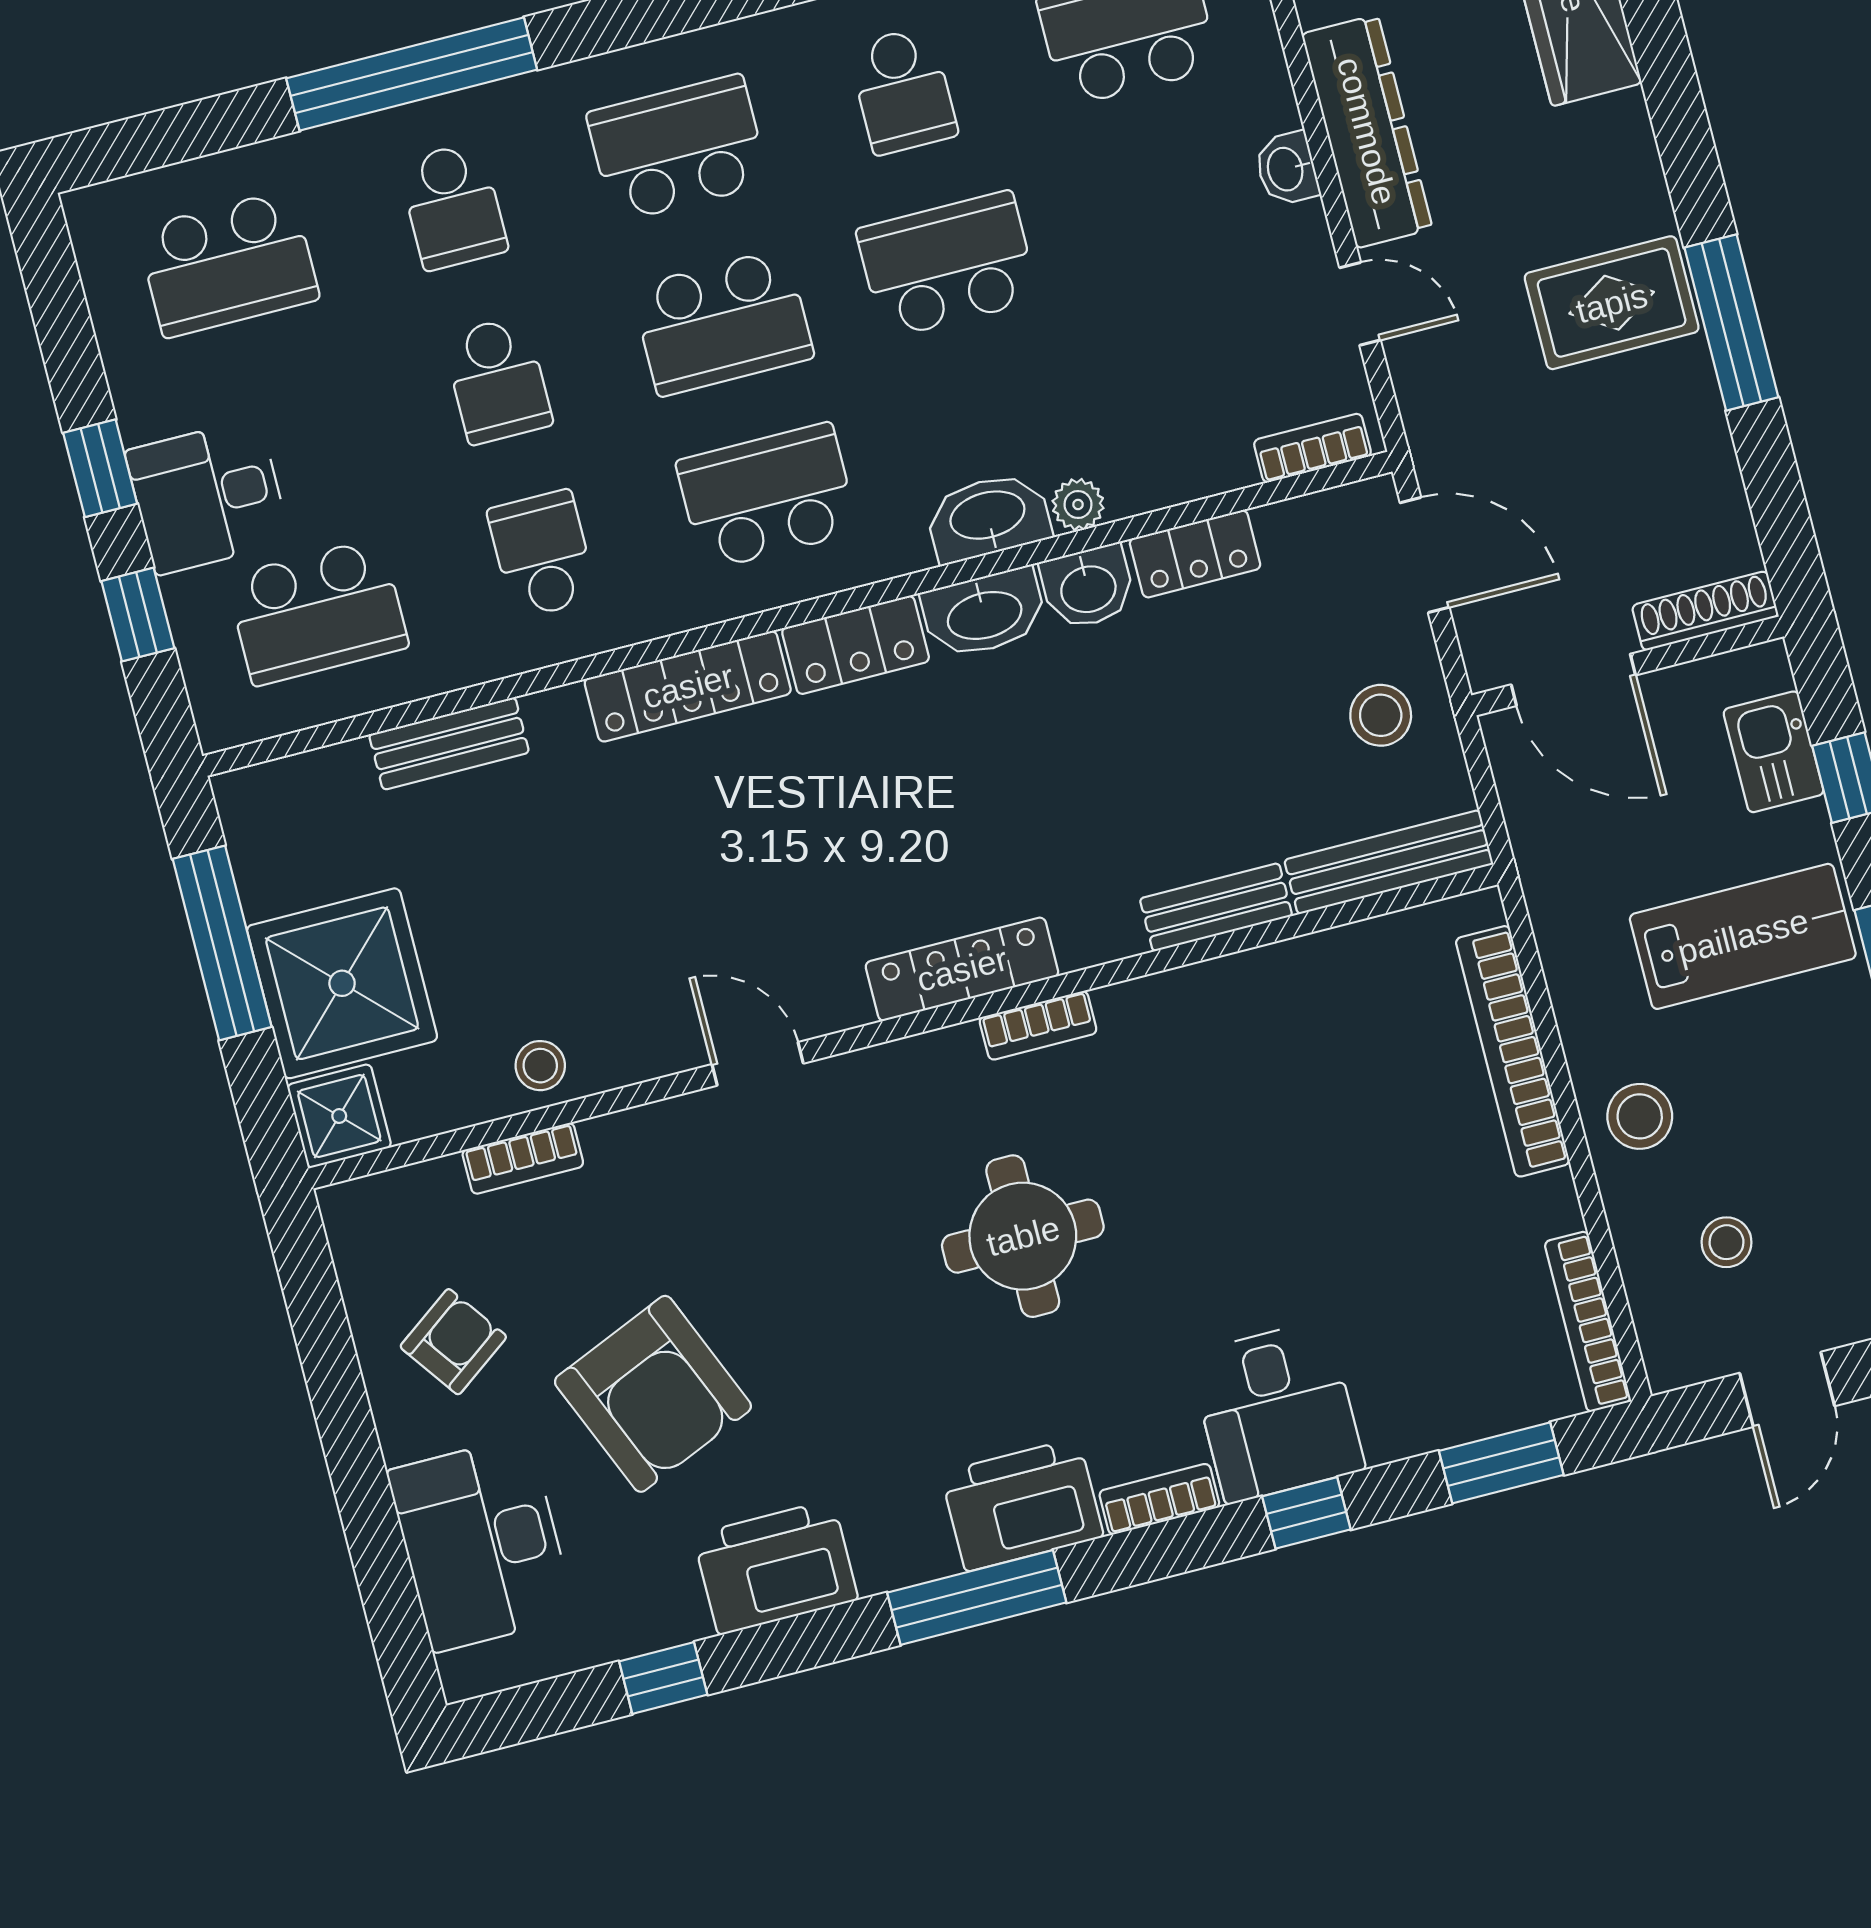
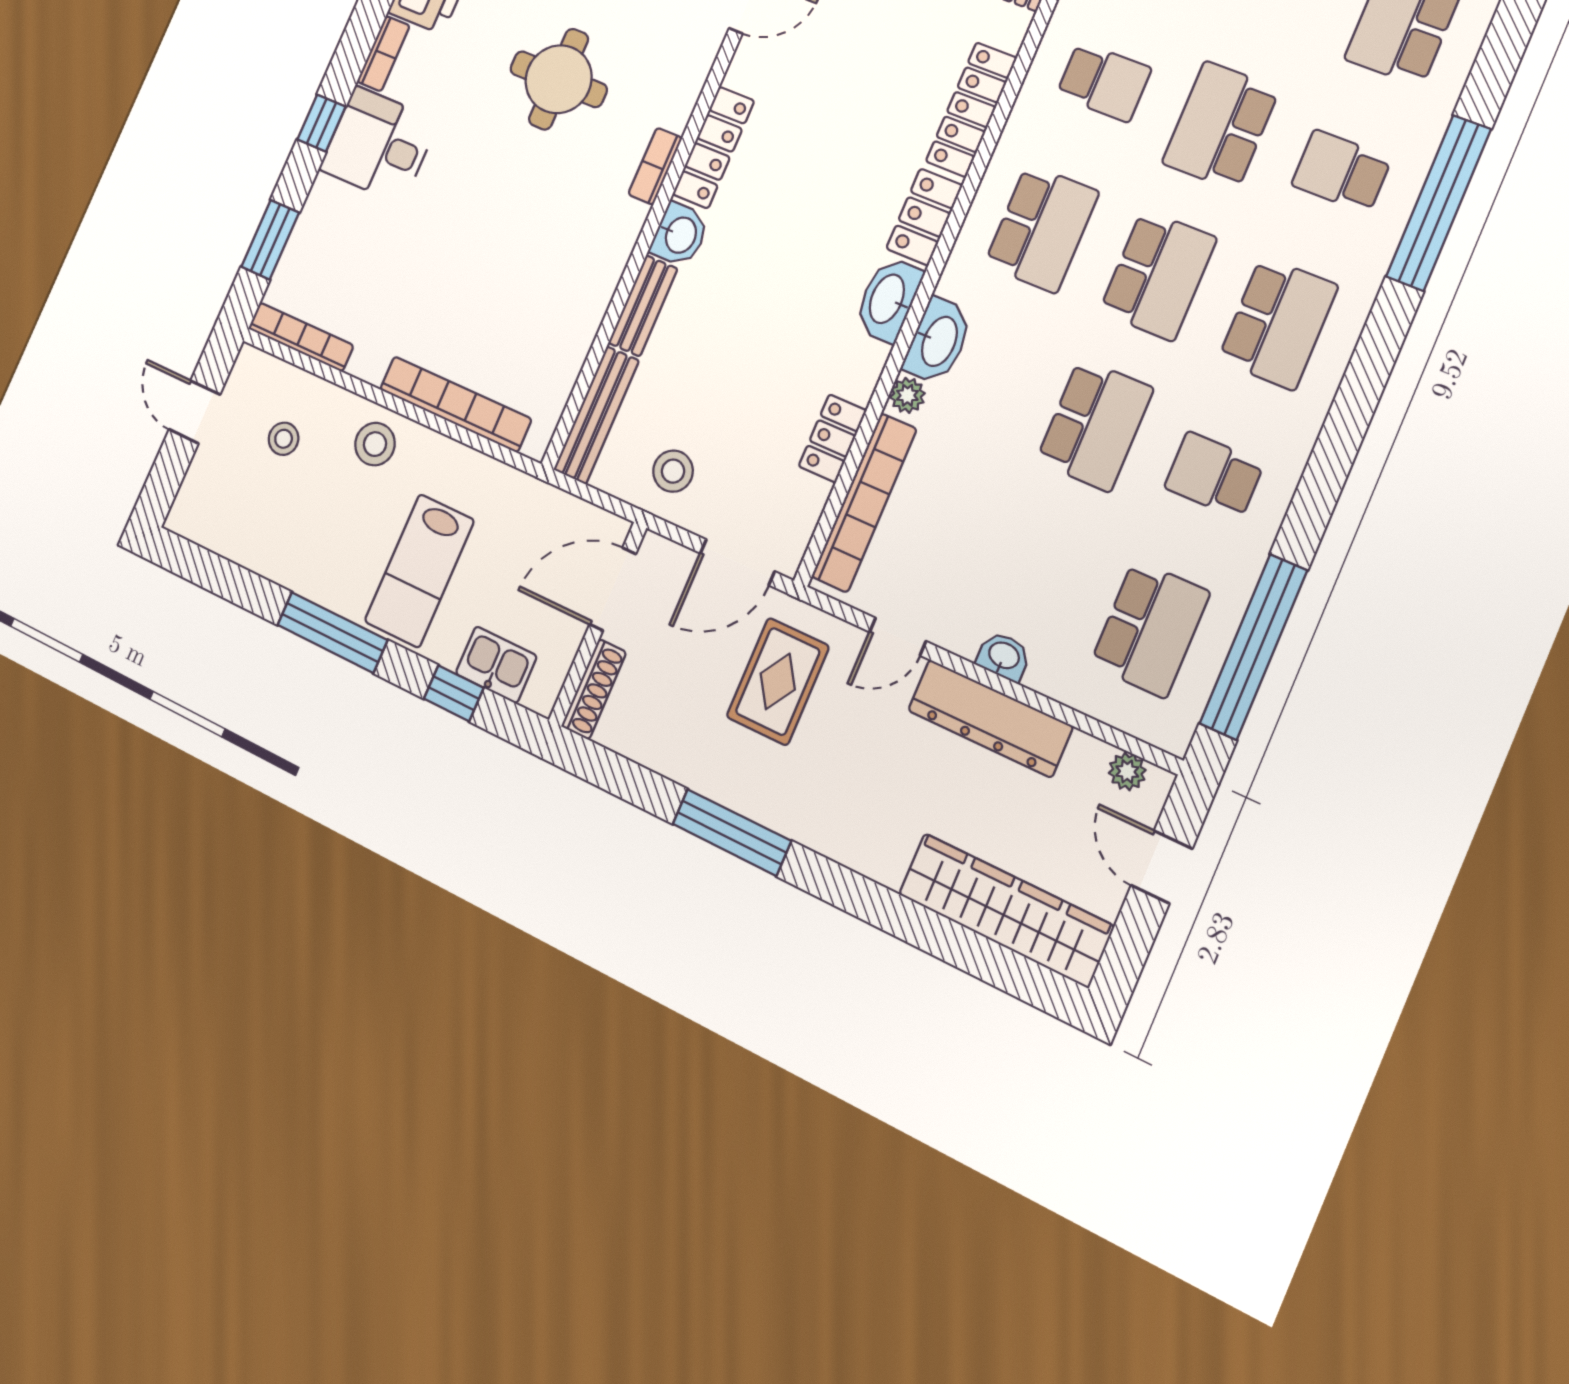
rug: (1612, 303) -> (778, 681), moved
school desk: (723, 322) -> (1158, 275), turned 180
school desk: (498, 380) -> (1221, 126), width x1.85
bookcase: (1312, 448) -> (864, 503), width x2.31, depth x1.31
washbasin: (1088, 587) -> (680, 235), moved, turned 180

